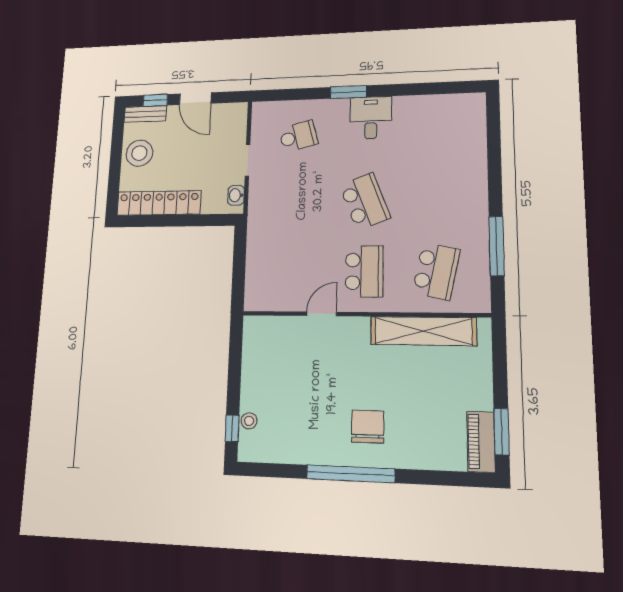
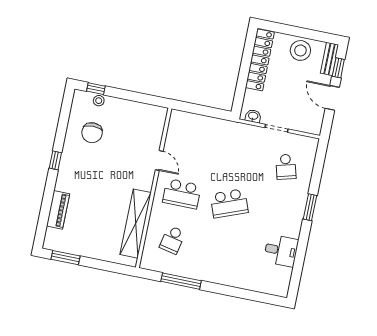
door: (195, 99) -> (332, 98), hinge flipped
desk: (371, 118) -> (281, 251), moved
school desk: (436, 271) -> (172, 240), width x0.54
chair: (368, 427) -> (92, 133), moved, turned 90
piano: (481, 442) -> (58, 210), moved, turned 90
window: (351, 474) -> (55, 160), width x0.32

